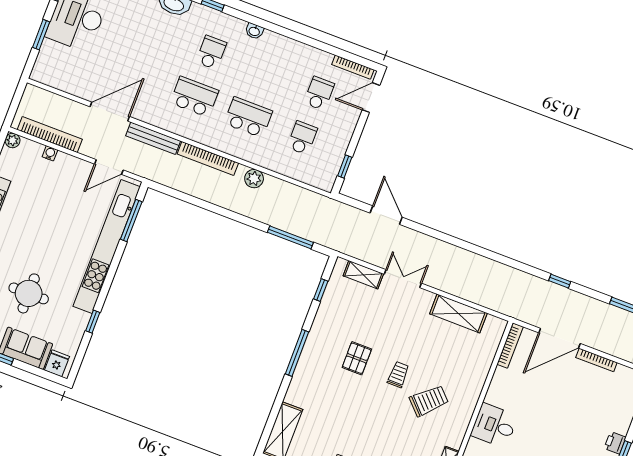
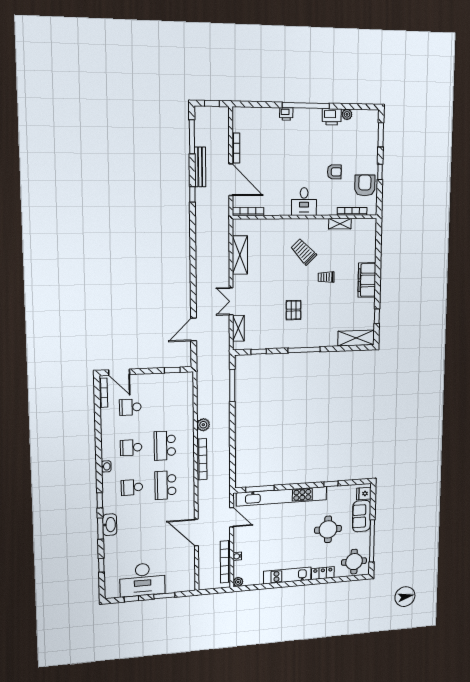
bench: (153, 138) -> (200, 167), moved
school desk: (302, 138) -> (131, 448), moved
pallet: (357, 358) -> (294, 310), turned 90
trolley: (398, 375) -> (326, 277), moved

